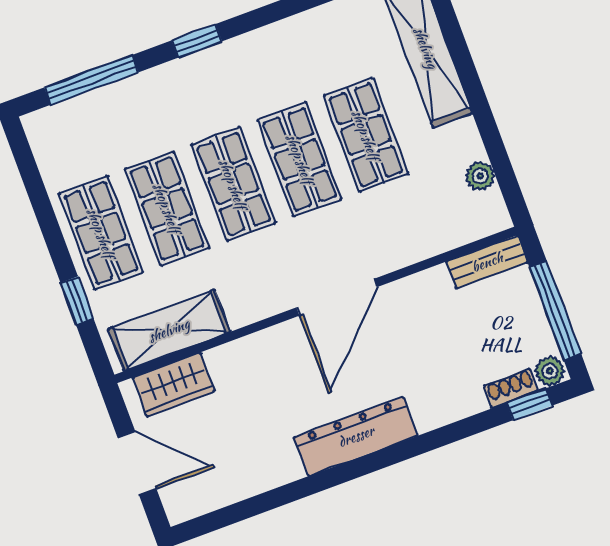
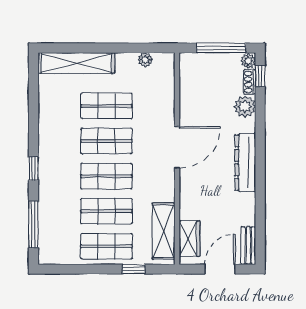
bench: (487, 262) -> (248, 246), moved
door: (337, 297) -> (177, 147), hinge flipped
plant: (462, 397) -> (245, 106), added

